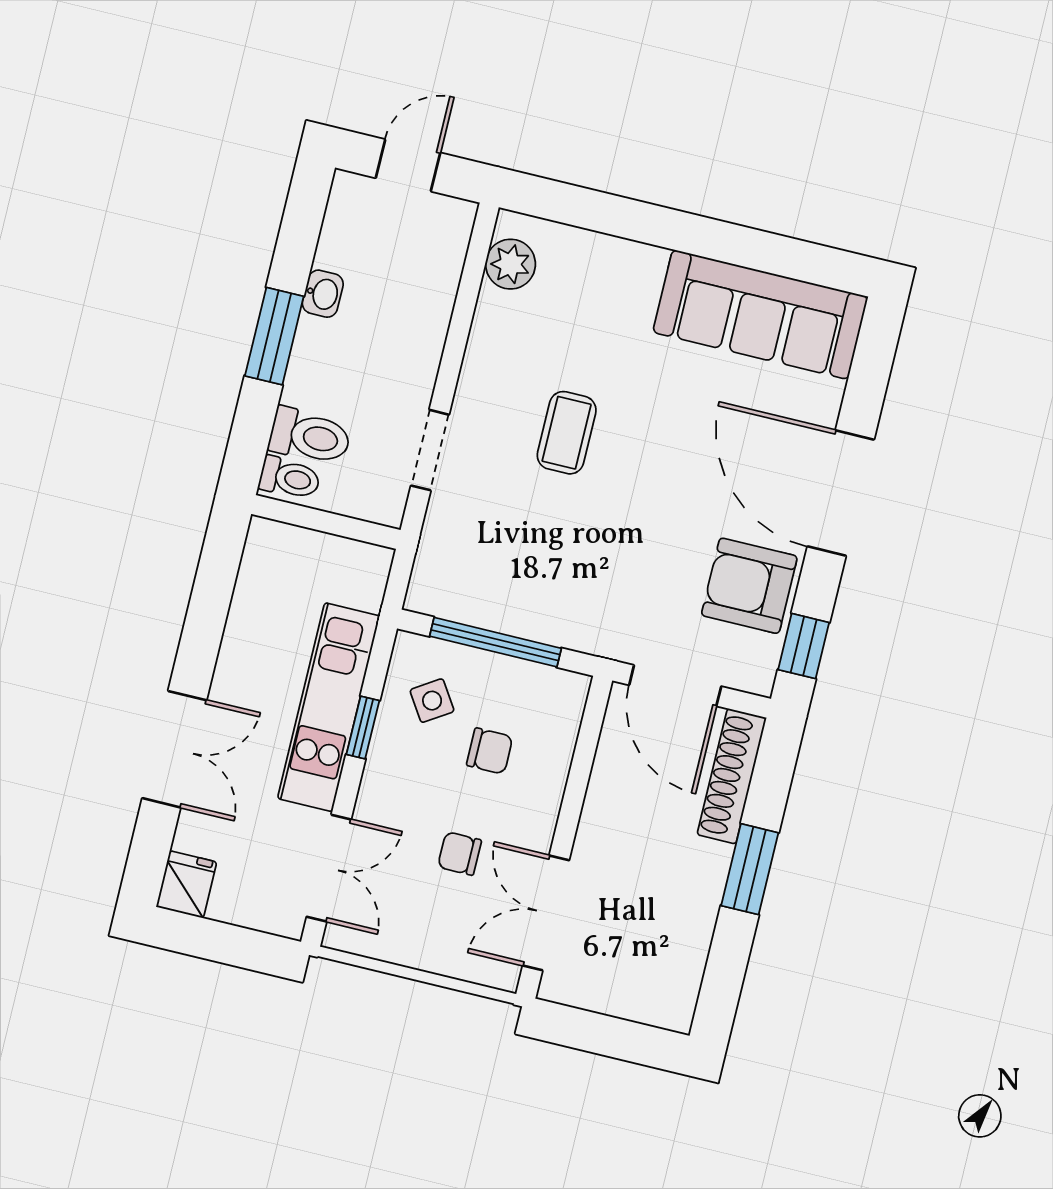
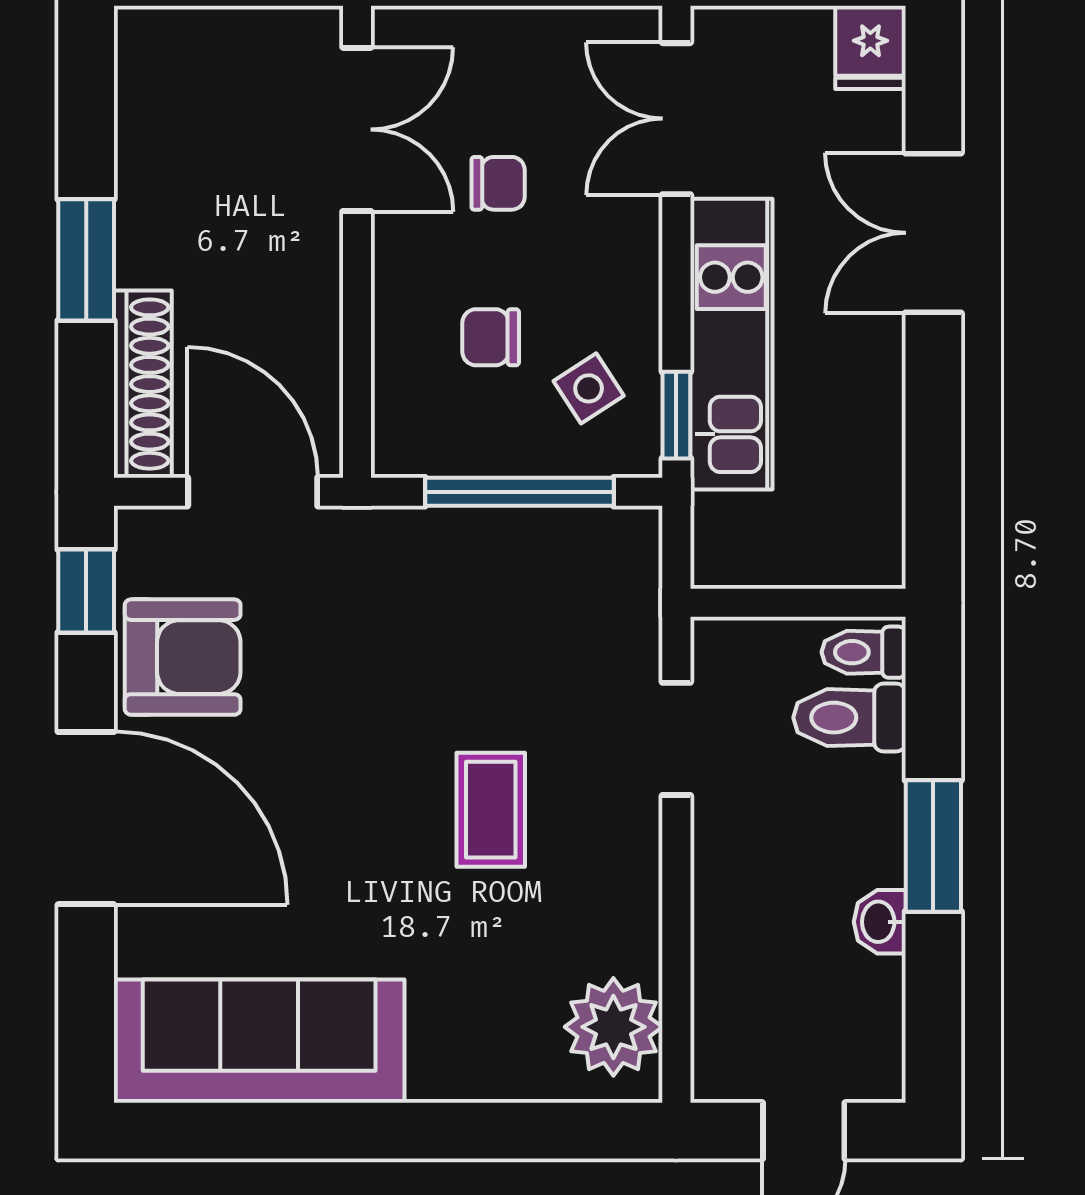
plant: (511, 264) -> (613, 1027), width x1.36, depth x1.36
window: (363, 727) -> (676, 415), moved

